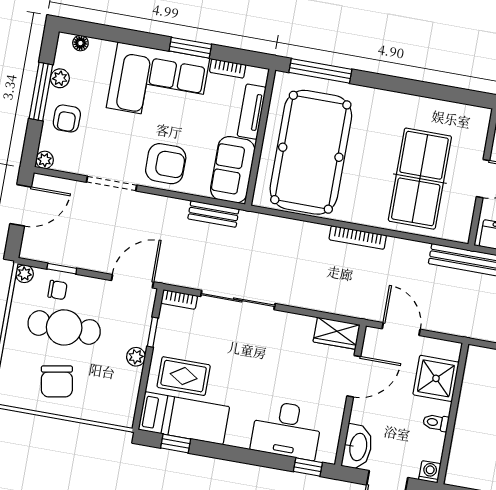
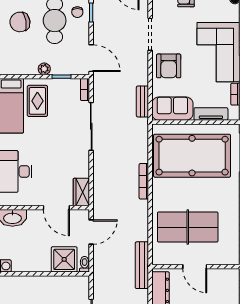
bookcase: (358, 237) -> (144, 181), moved
toilet: (436, 423) -> (85, 264), moved

